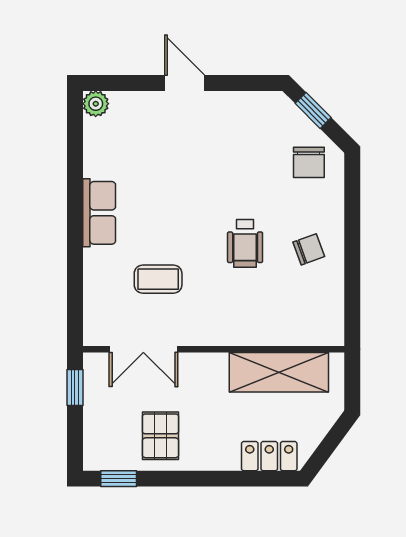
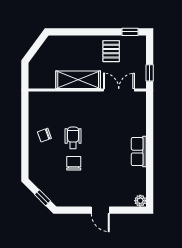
chair: (309, 162) -> (74, 163), moved
coffee table: (158, 279) -> (112, 122), removed
shelving: (279, 372) -> (78, 80), moved
locker: (269, 456) -> (62, 42), removed

